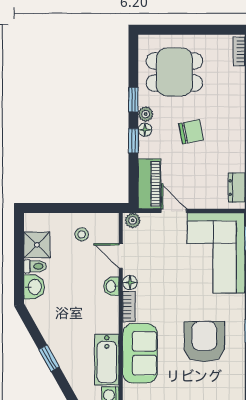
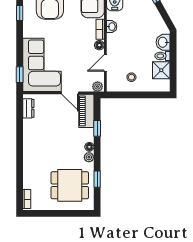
window: (133, 100) -> (97, 179), moved
chair: (191, 132) -> (59, 145), removed
window: (133, 141) -> (97, 128), moved
door: (121, 256) -> (105, 63), swing flipped
washbasin: (111, 286) -> (112, 27), moved

